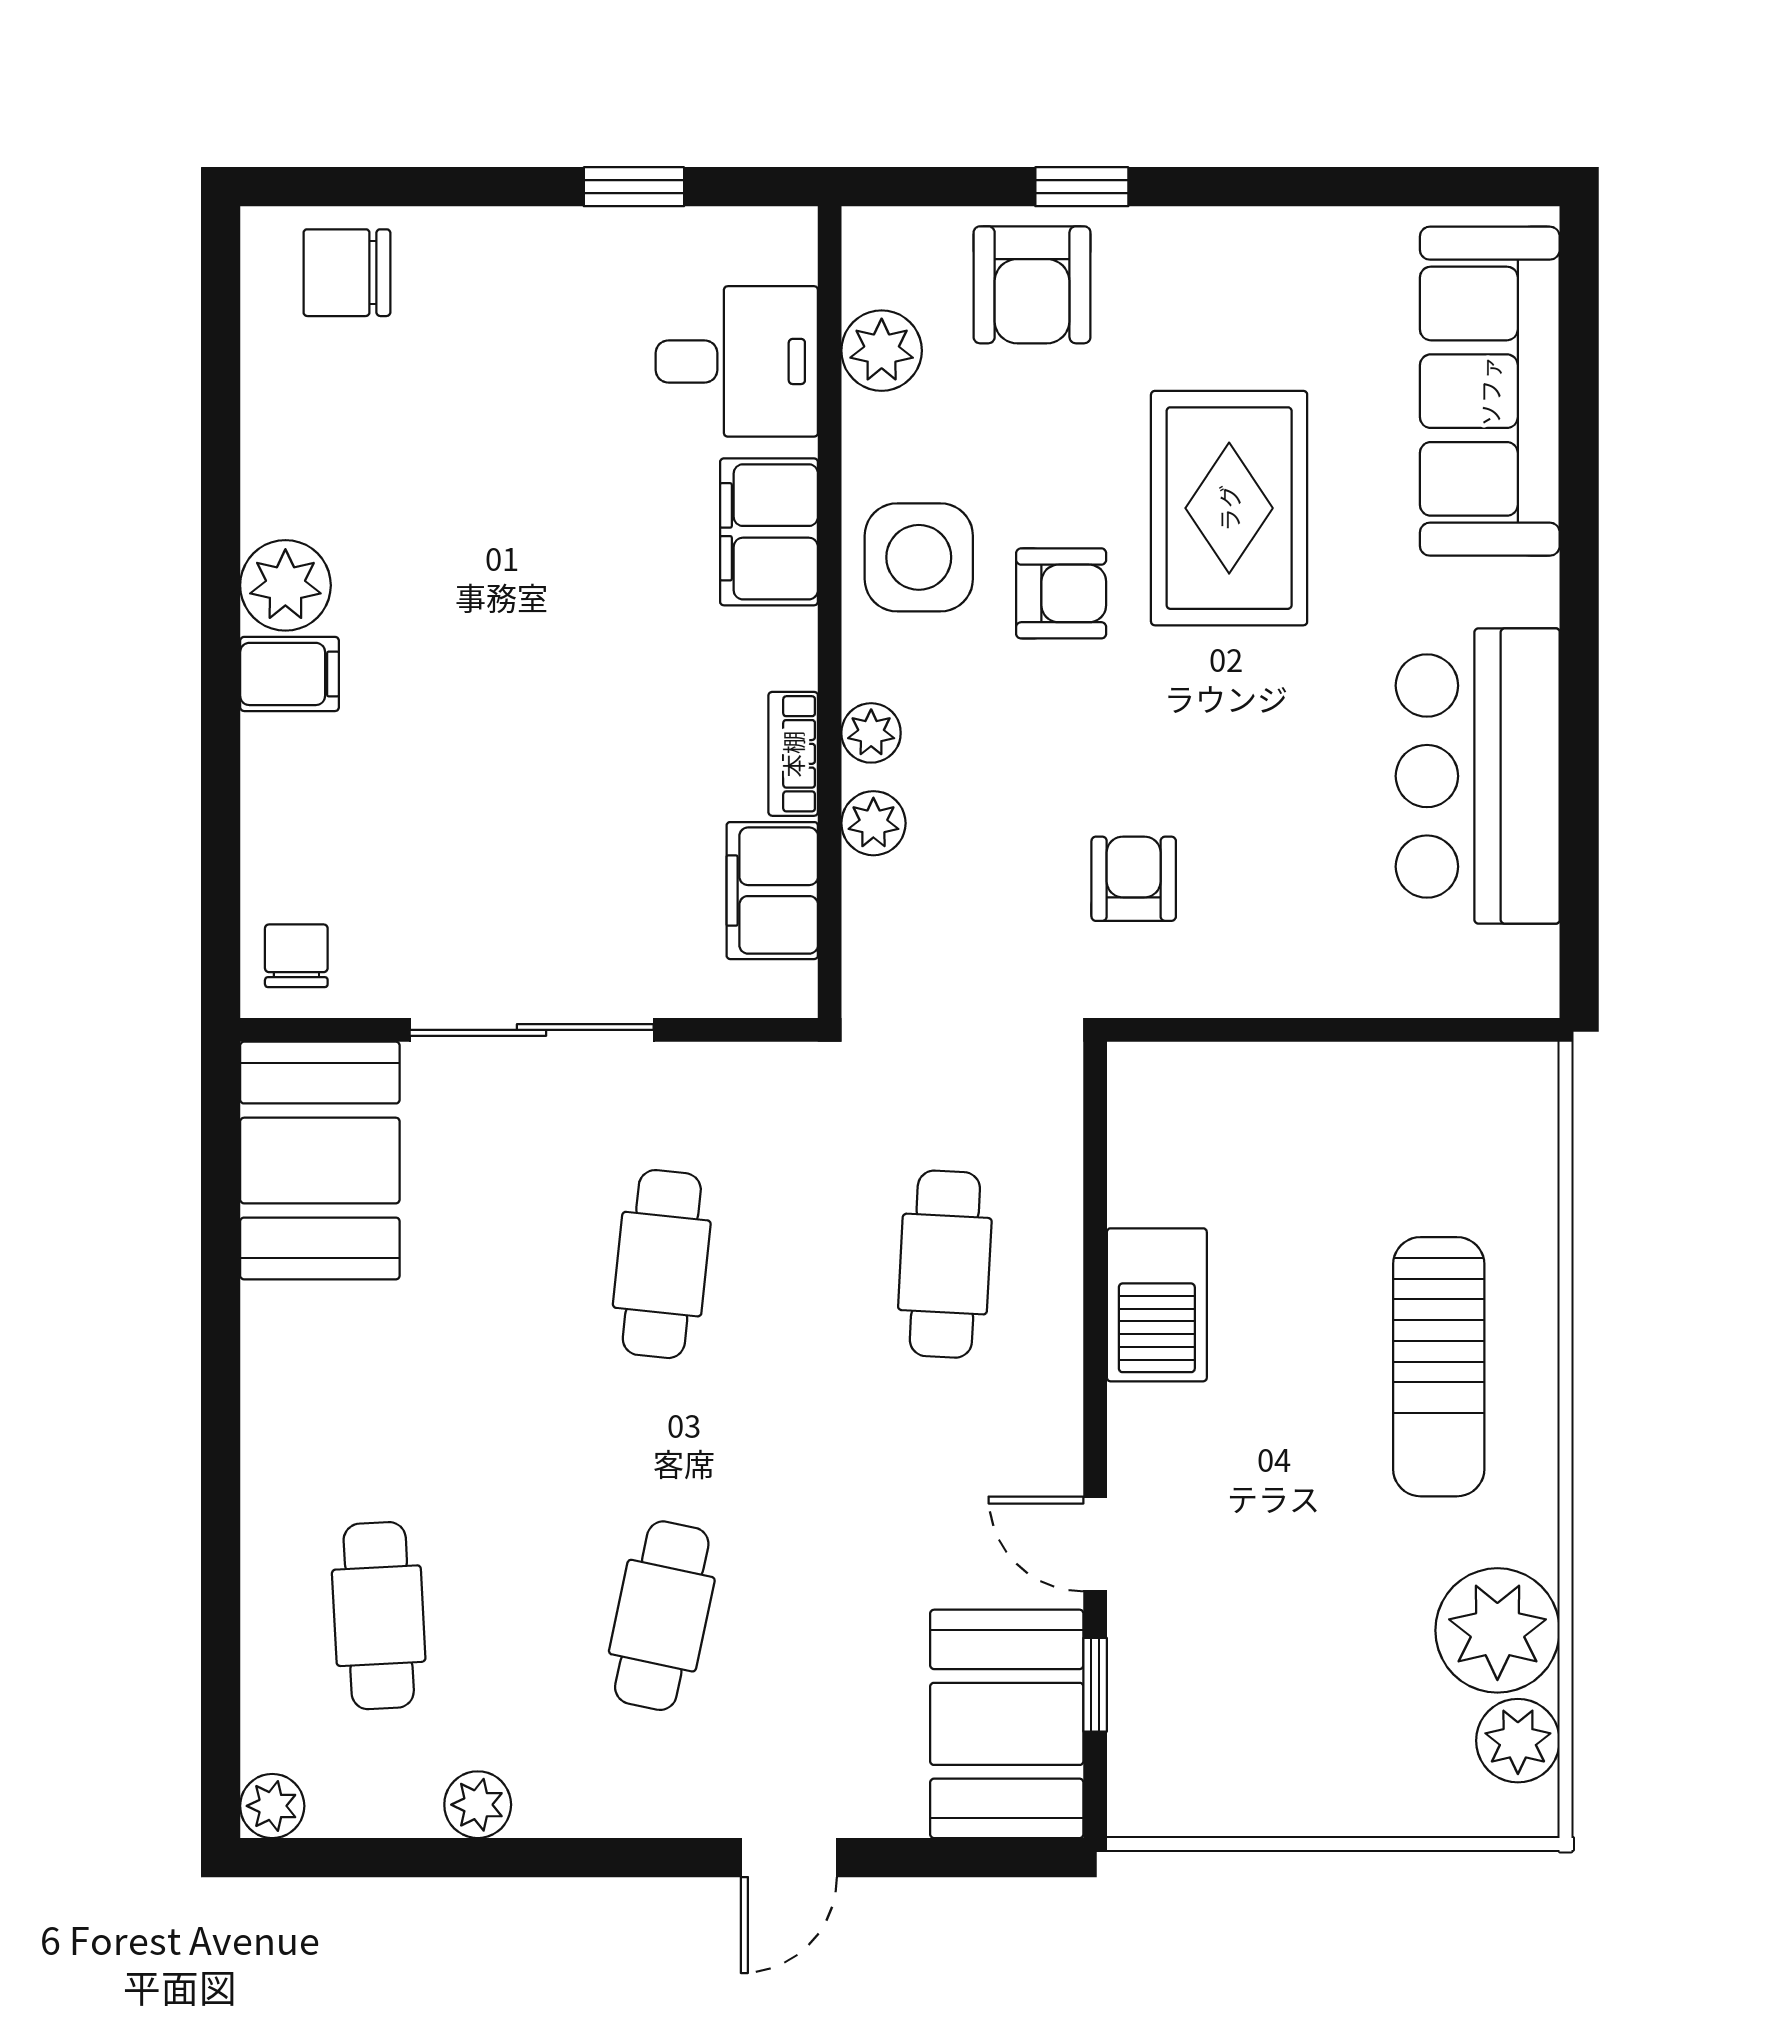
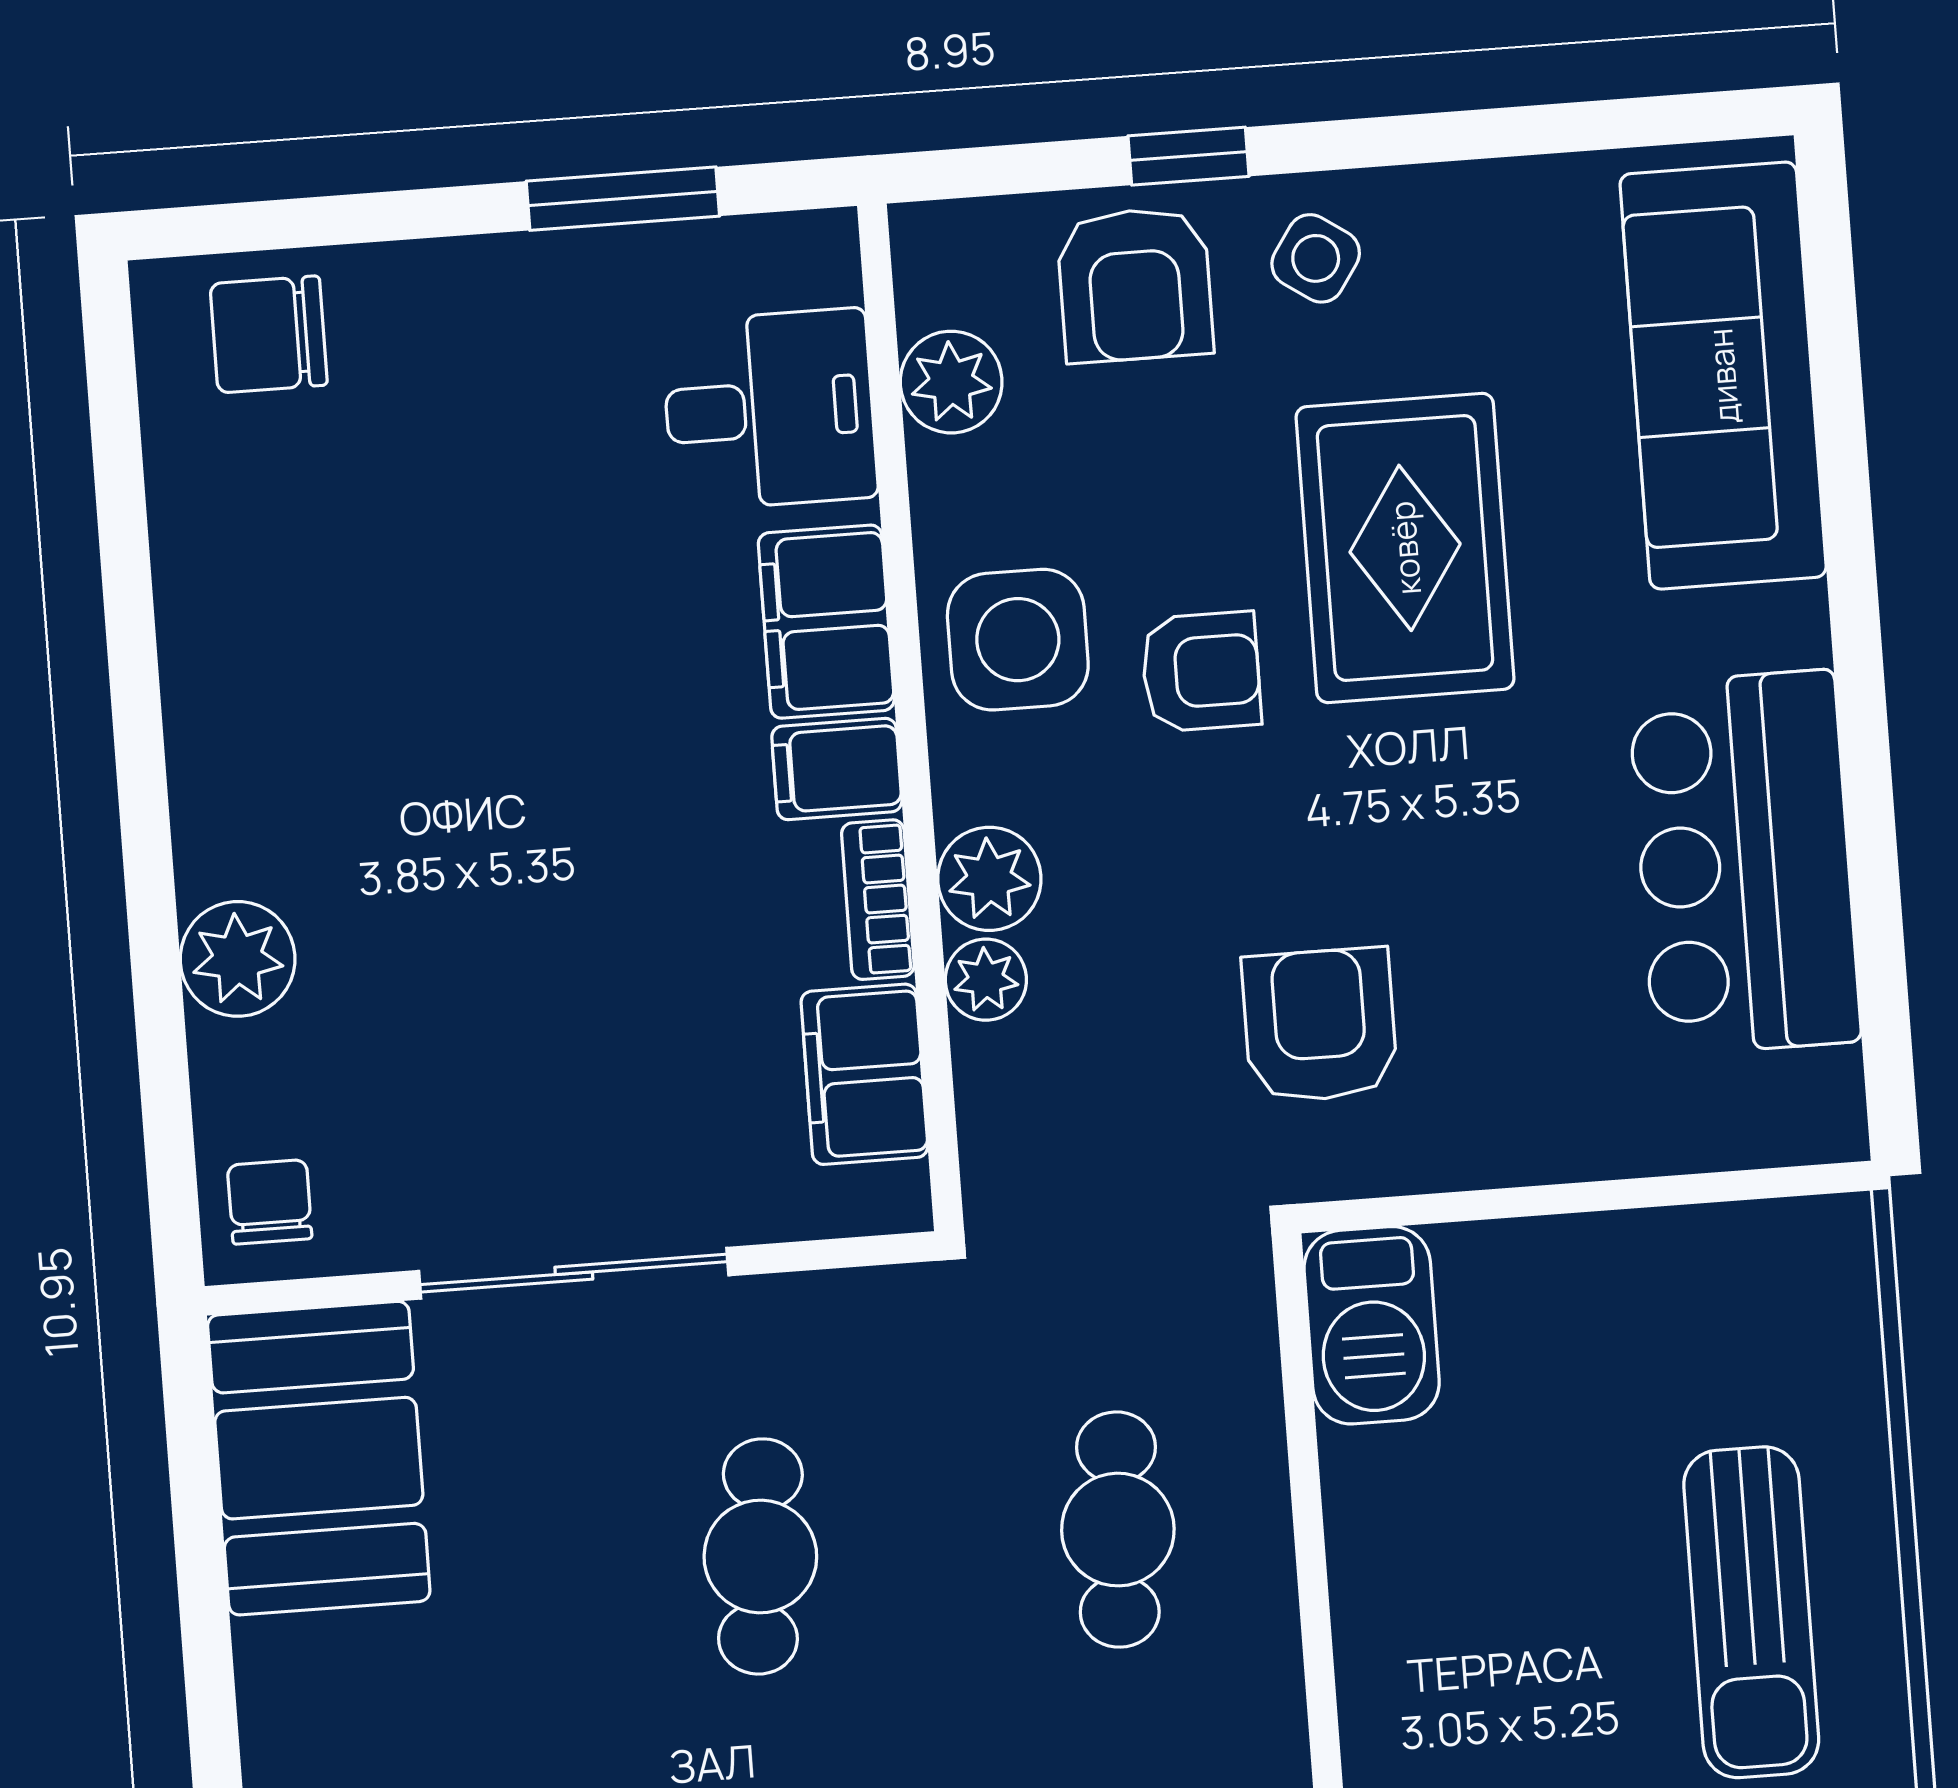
window: (634, 187) -> (623, 199), width x1.50
side table: (1176, 275) -> (1316, 258), added
plant: (285, 585) -> (238, 959), moved
filing cabinet: (290, 674) -> (837, 769), moved, turned 180
plant: (871, 733) -> (989, 879), width x1.38, depth x1.38
armchair: (1134, 879) -> (1320, 1025), width x1.38, depth x1.38
barbecue: (1157, 1305) -> (1372, 1325), moved

